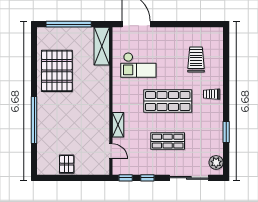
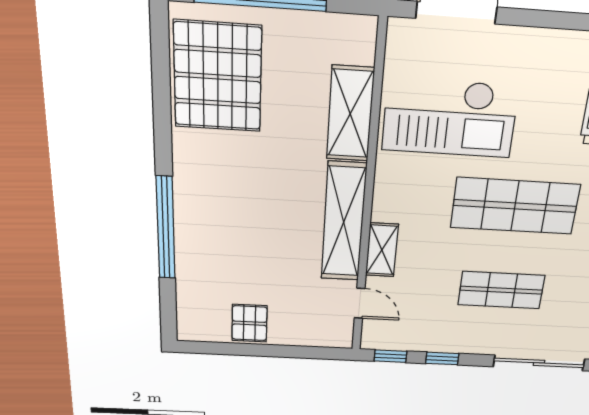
shelving: (102, 46) -> (350, 114), moved
checkout: (138, 65) -> (450, 118), width x1.36, depth x1.21
pallet: (57, 71) -> (218, 77), moved
shelving: (102, 113) -> (344, 222), added

